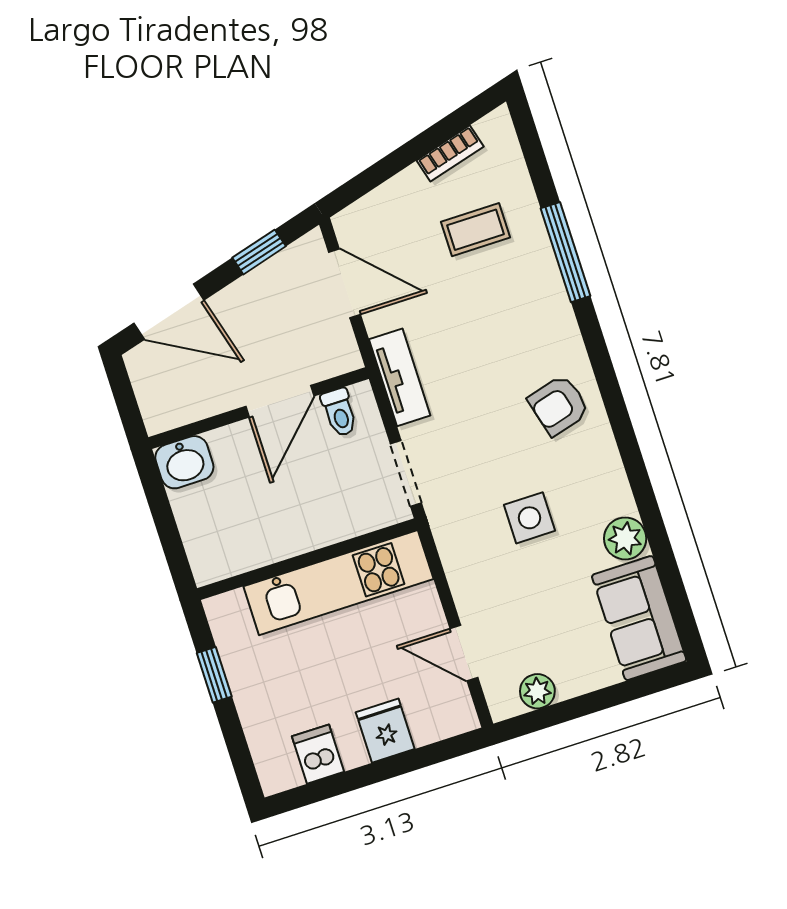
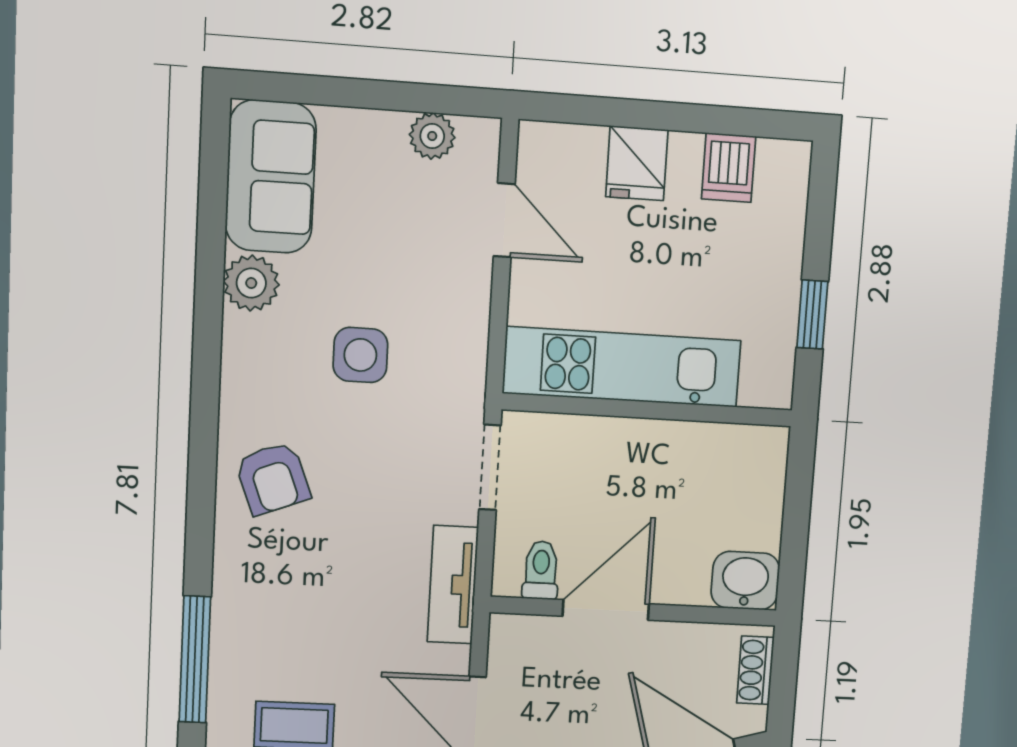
shoe rack: (149, 398) -> (755, 670), added
armchair: (559, 405) -> (273, 478), turned 84

